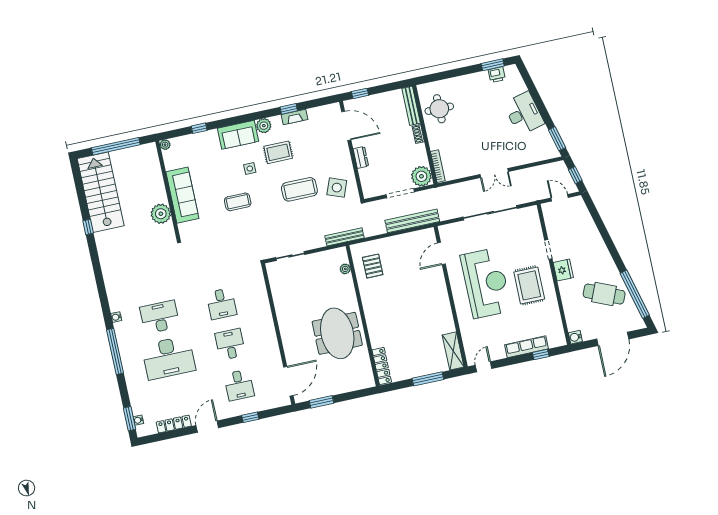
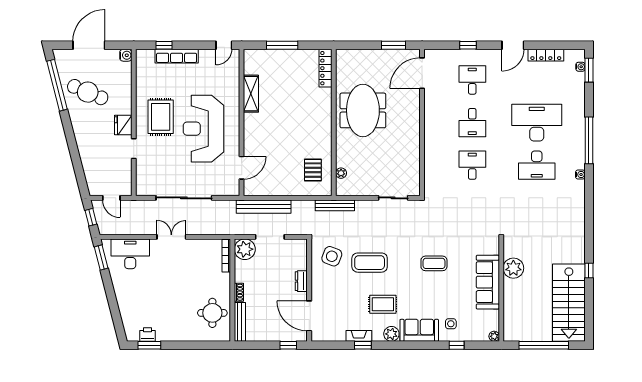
desk: (524, 113) -> (130, 254), moved, turned 104
side table: (250, 169) -> (451, 324), moved
shelving: (453, 351) -> (251, 94), moved

